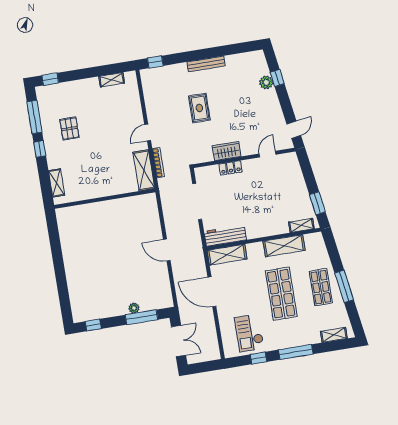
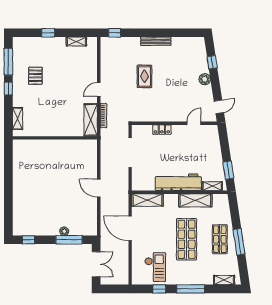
window: (50, 79) -> (48, 33), moved
plant: (266, 82) -> (205, 79), moved
wardrobe: (227, 151) -> (161, 115), removed
workbench: (225, 236) -> (178, 182), moved, width x1.36, depth x1.32
checkout: (249, 333) -> (155, 267), turned 180

